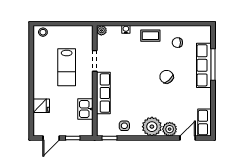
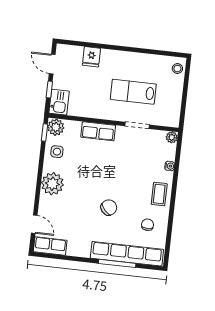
row of seats: (204, 65) -> (127, 254), width x1.36
row of seats: (103, 93) -> (98, 131), width x0.68
kitchen sink: (85, 109) -> (59, 102), moved, turned 90
plant: (170, 129) -> (56, 127), moved

